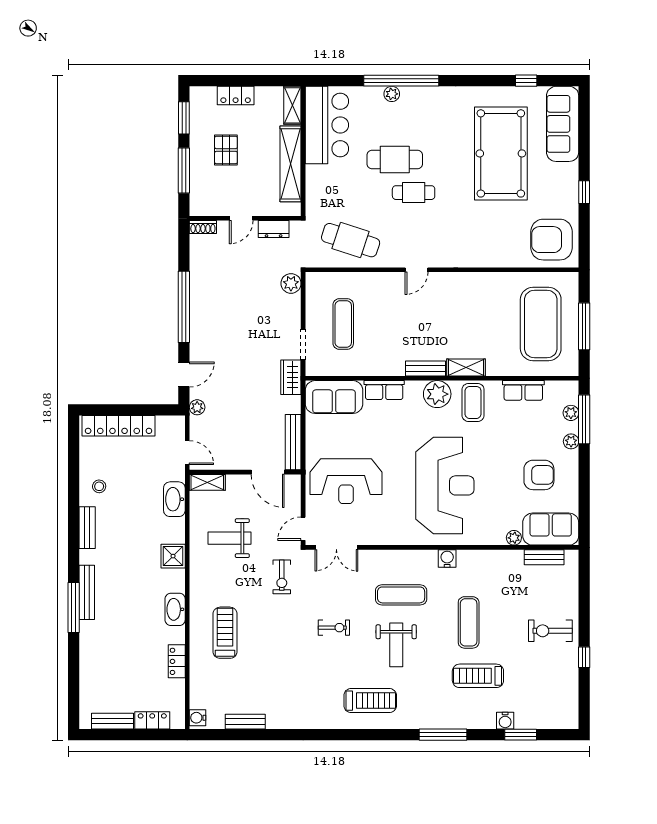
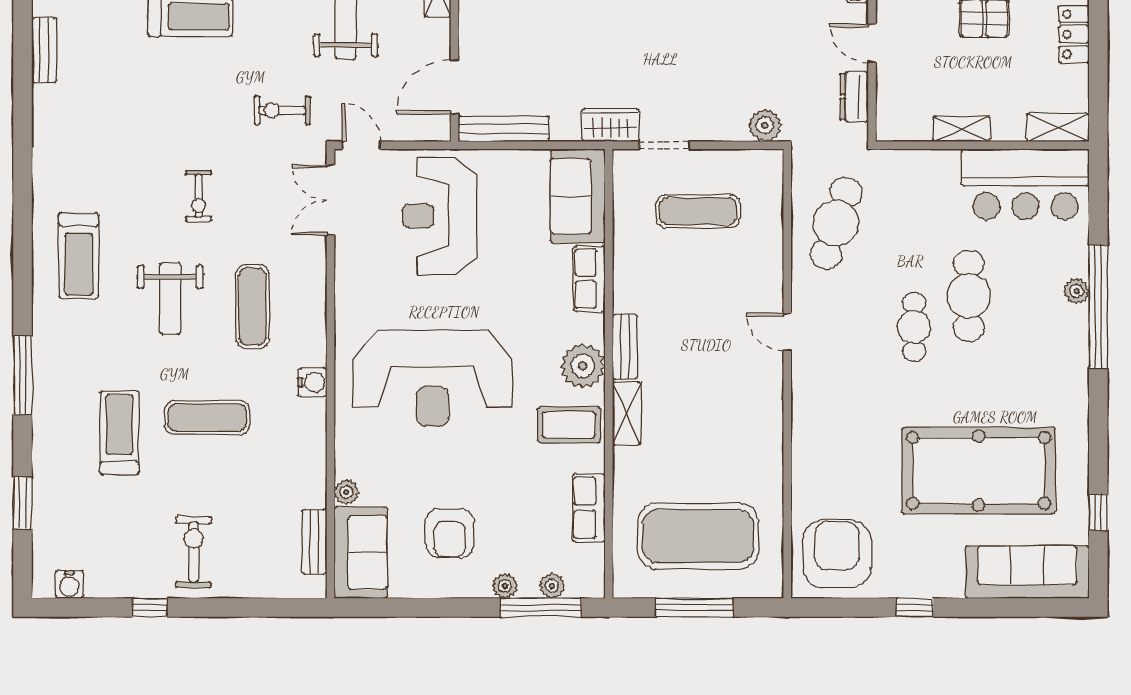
shelving: (291, 164) -> (961, 129), width x0.45, depth x0.75
weight bench: (396, 645) -> (170, 298), turned -90
water cooler: (505, 721) -> (69, 584), moved, turned -90

